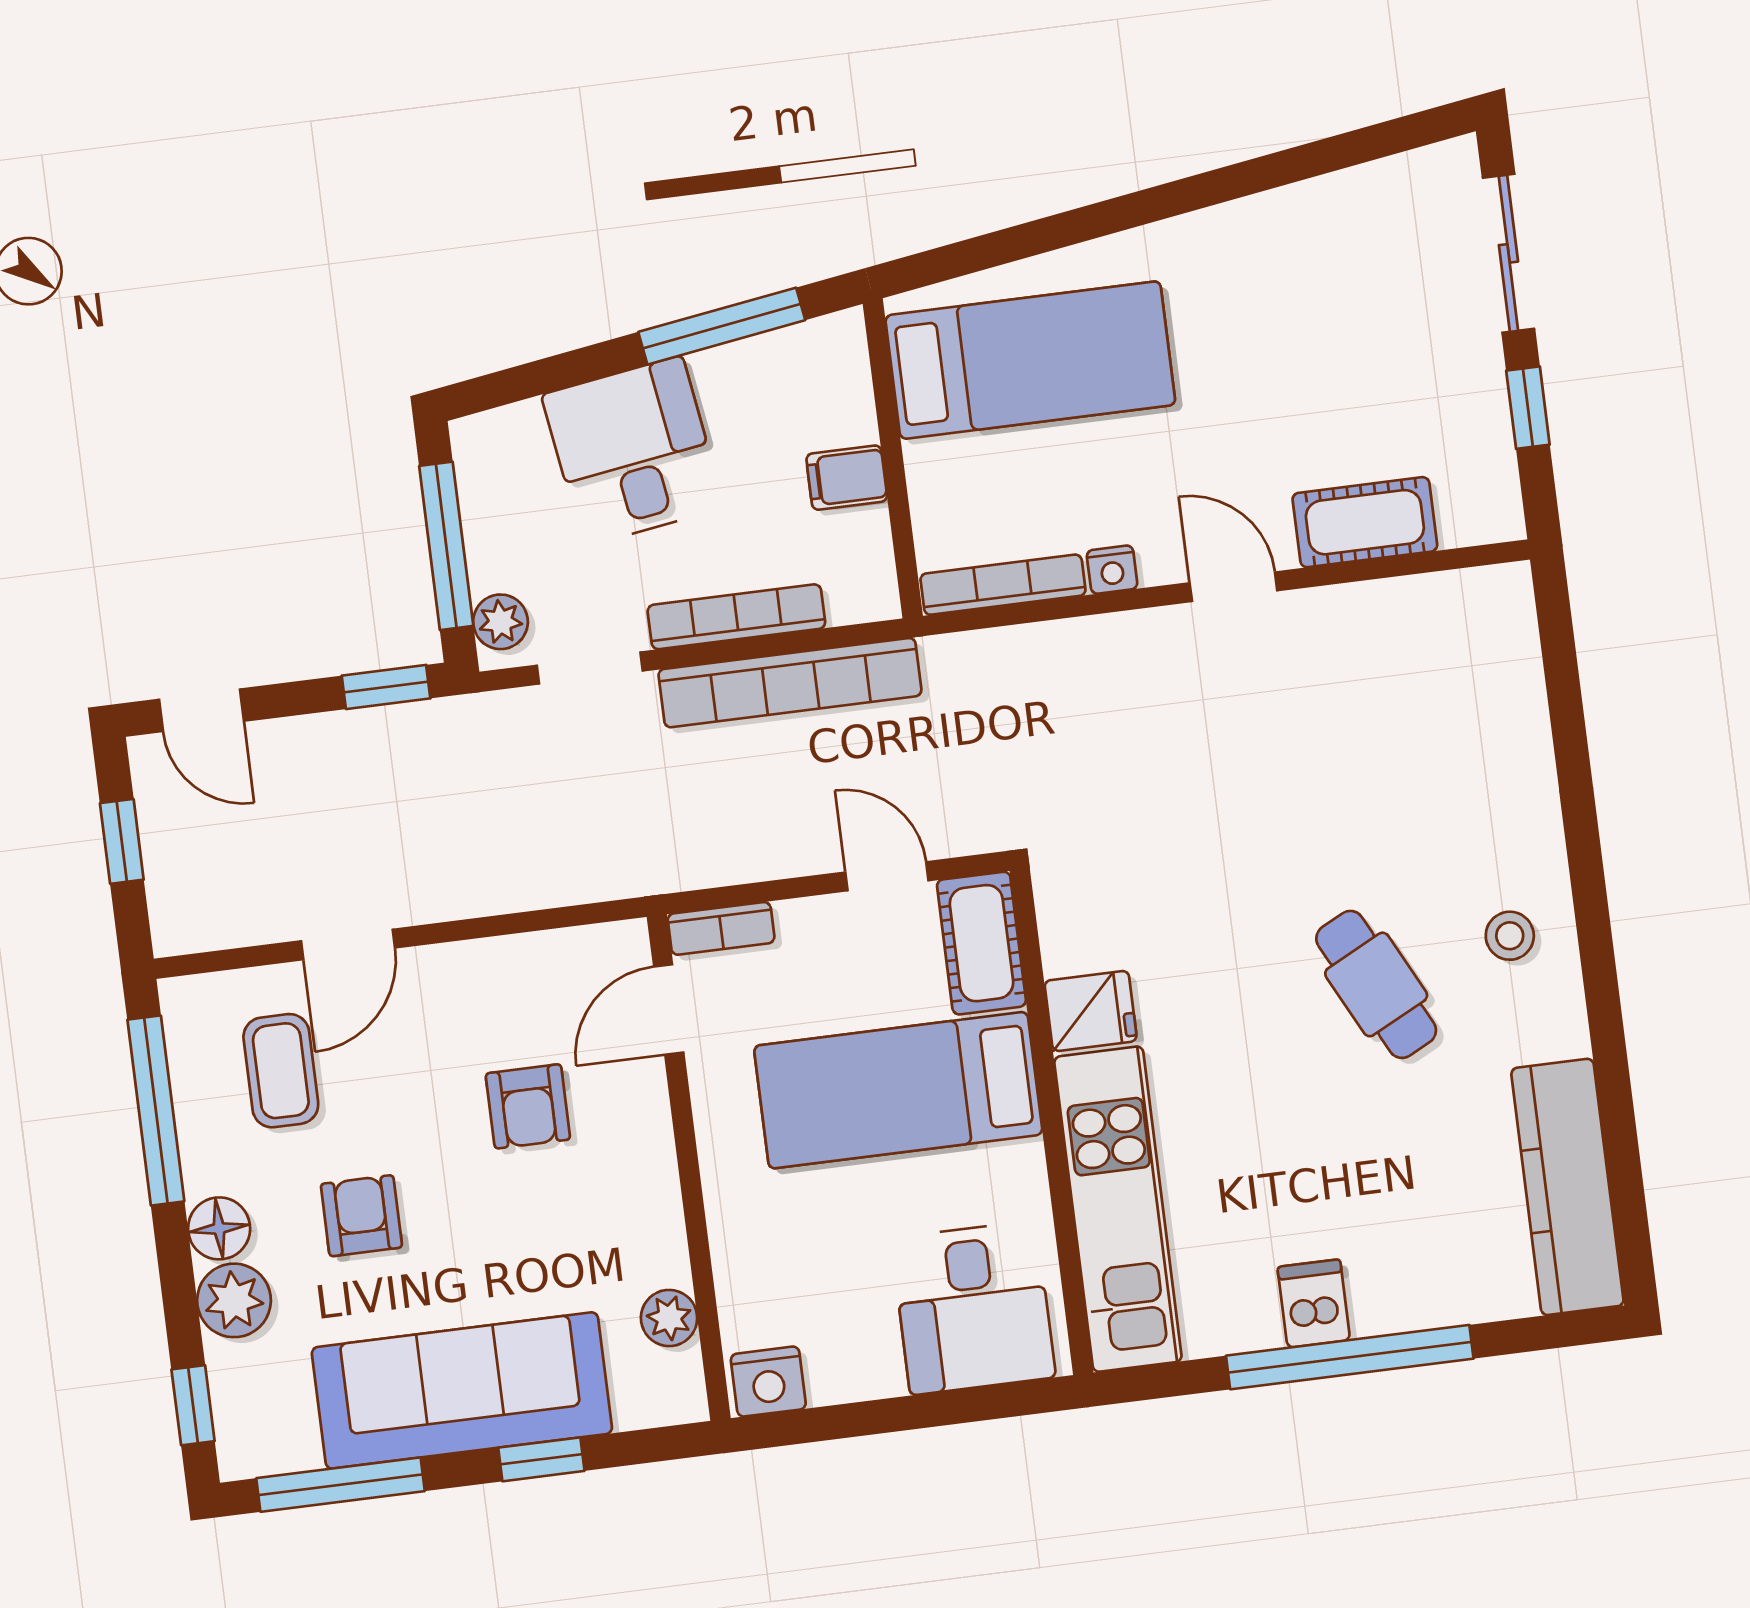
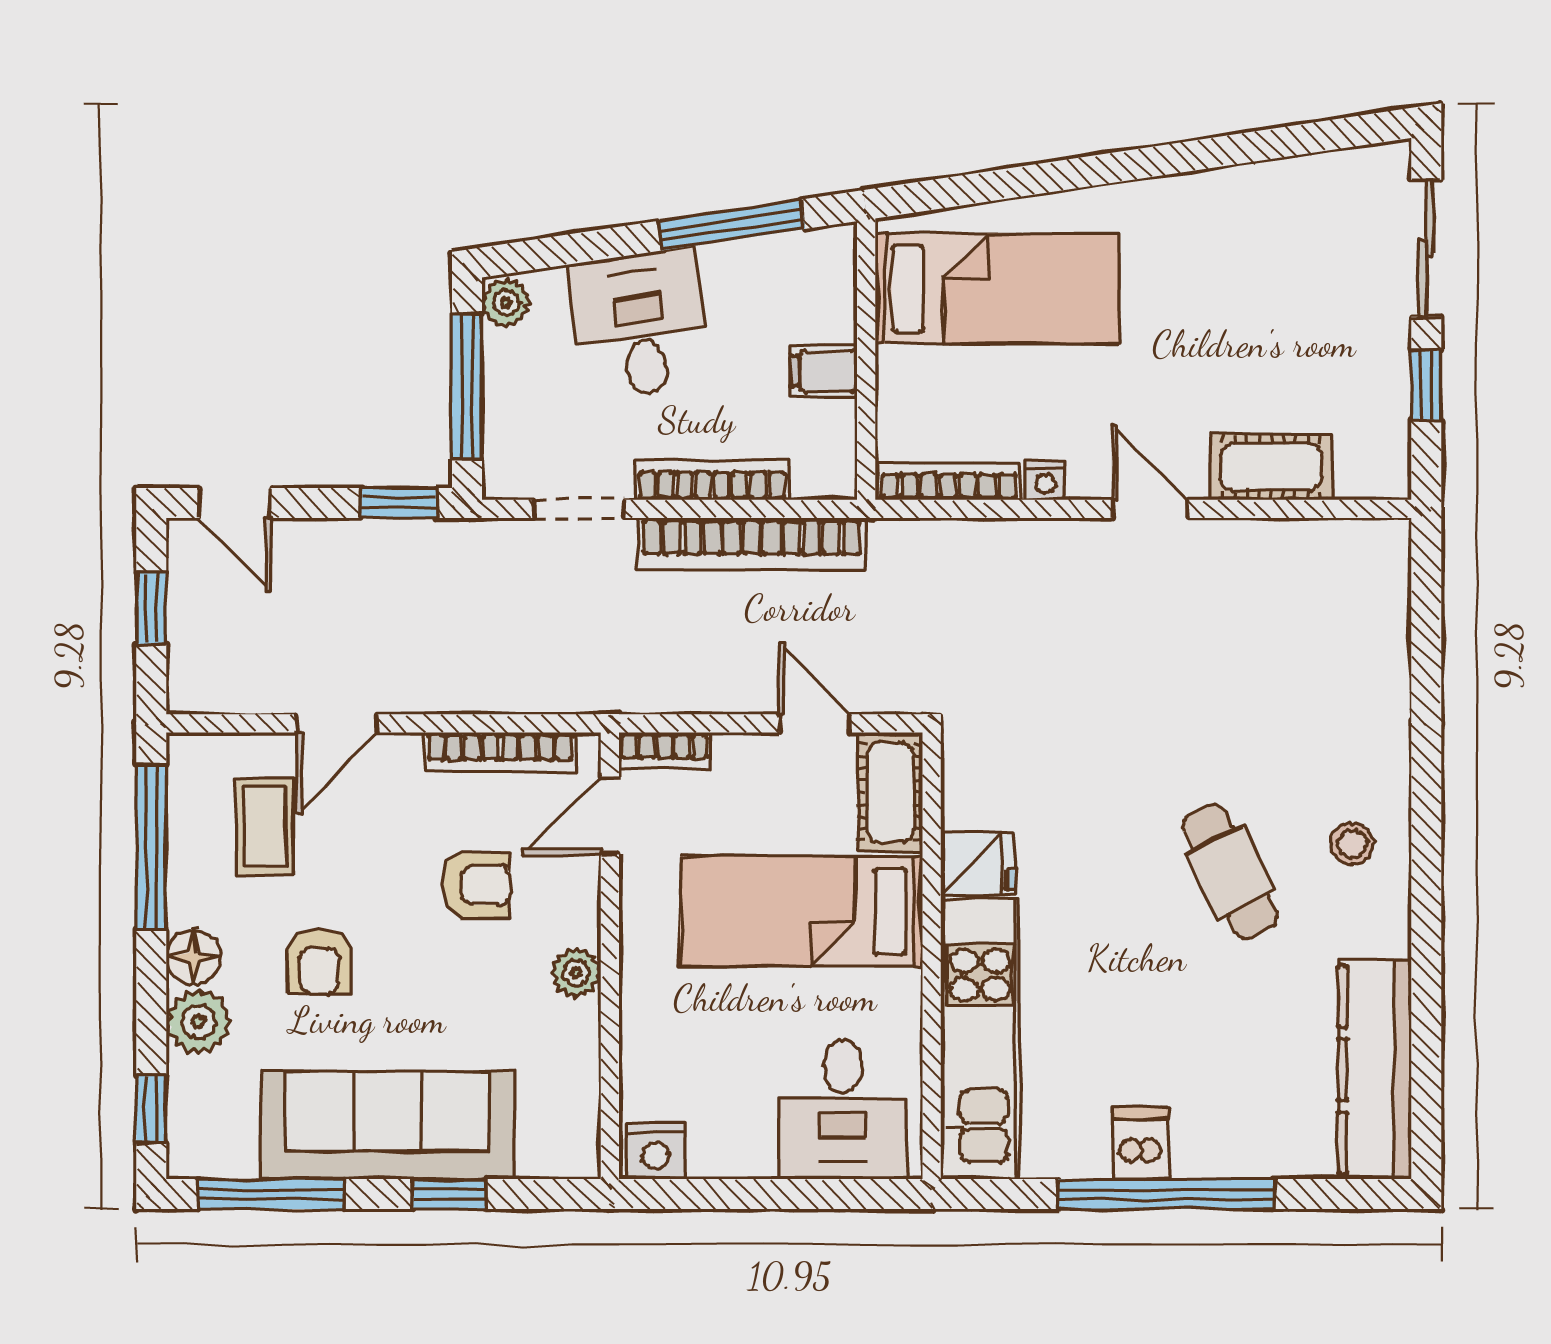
plant: (500, 622) -> (506, 303), moved
bookcase: (536, 953) -> (500, 752), added
armchair: (528, 1106) -> (476, 885), turned -90
armchair: (361, 1216) -> (319, 962), turned 180
plant: (669, 1318) -> (576, 973), moved

